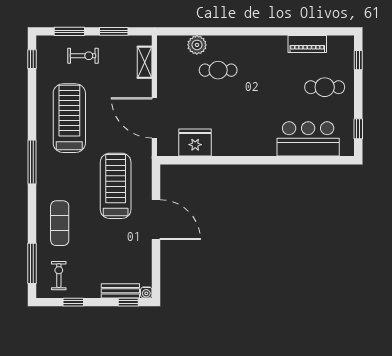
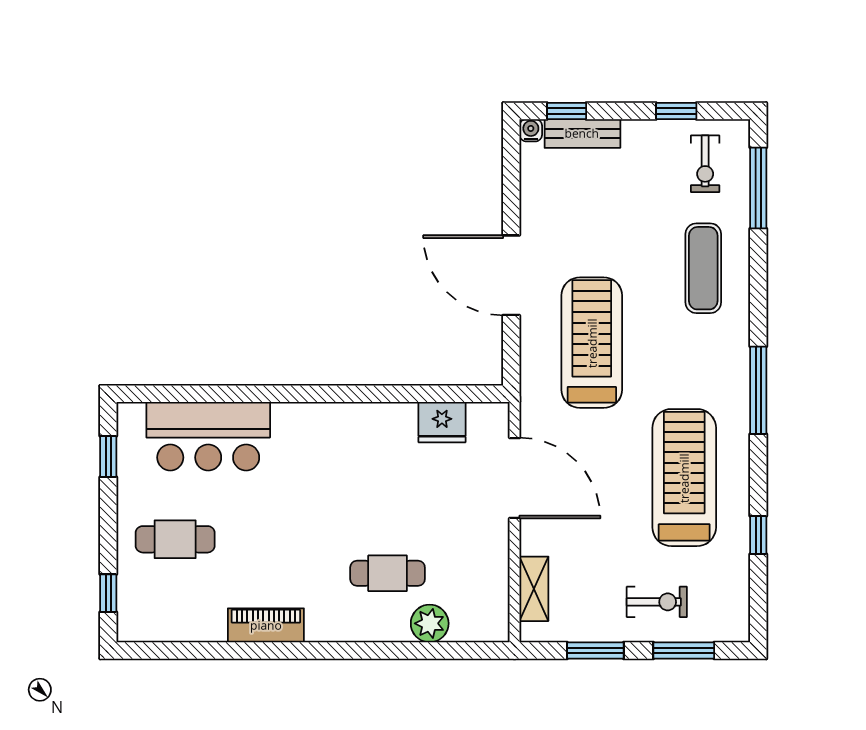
piano: (307, 44) -> (266, 625), moved
exercise bike: (83, 56) -> (657, 602), turned 180
window: (32, 59) -> (758, 535), moved
treadmill: (69, 118) -> (684, 478), turned 180
fridge: (195, 143) -> (442, 422), width x0.73, depth x0.75
treadmill: (116, 186) -> (592, 343), turned 180

